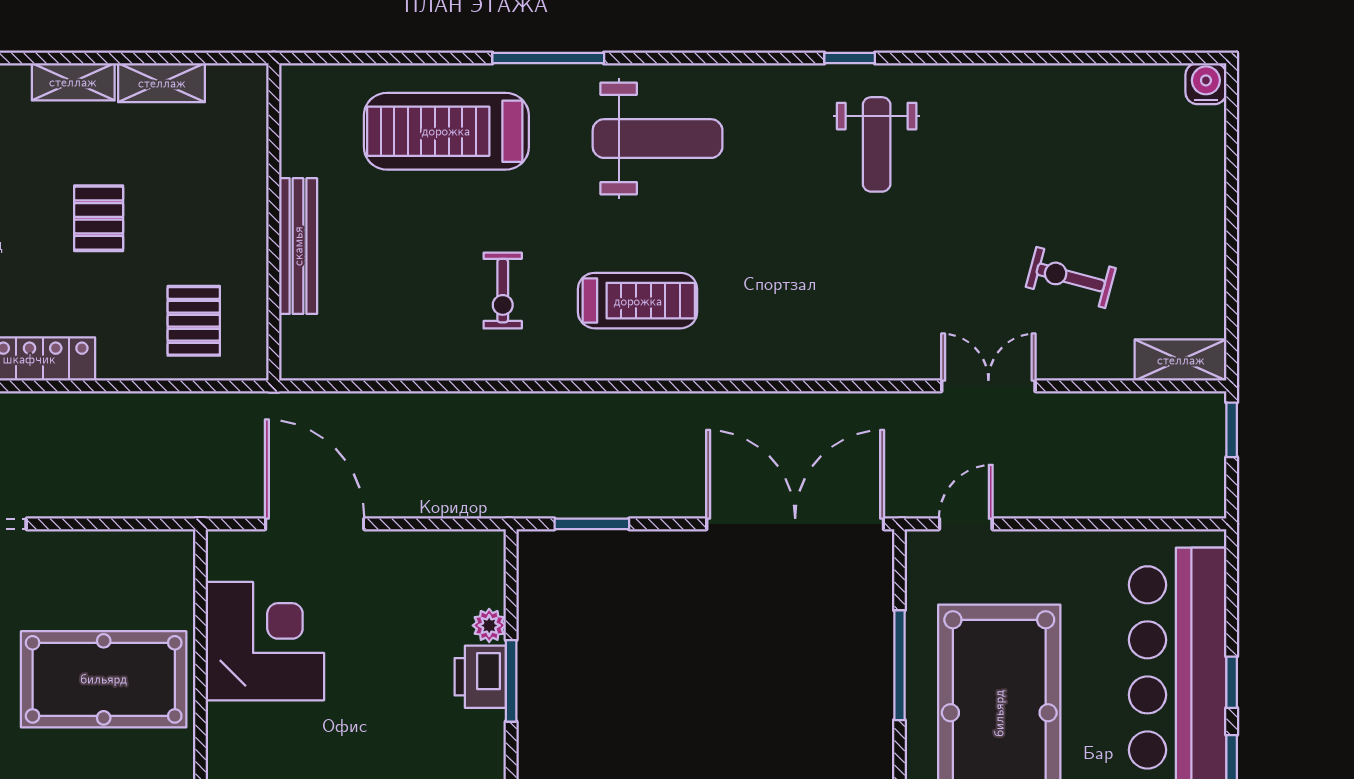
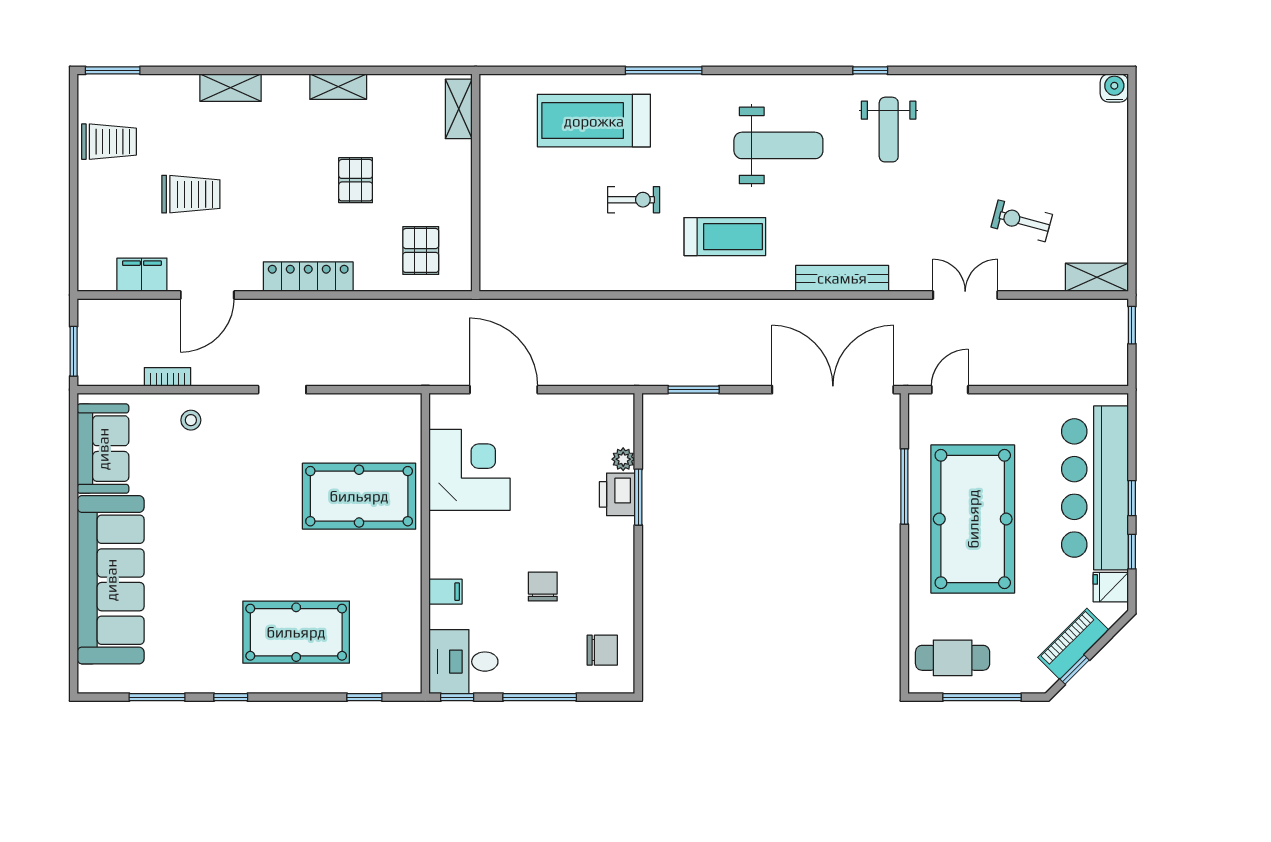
shelving: (162, 83) -> (459, 109), moved, turned 90
weight bench: (658, 139) -> (778, 145), moved
bench: (298, 246) -> (842, 278), moved, turned 90
exercise bike: (503, 291) -> (634, 200), moved, turned -90

